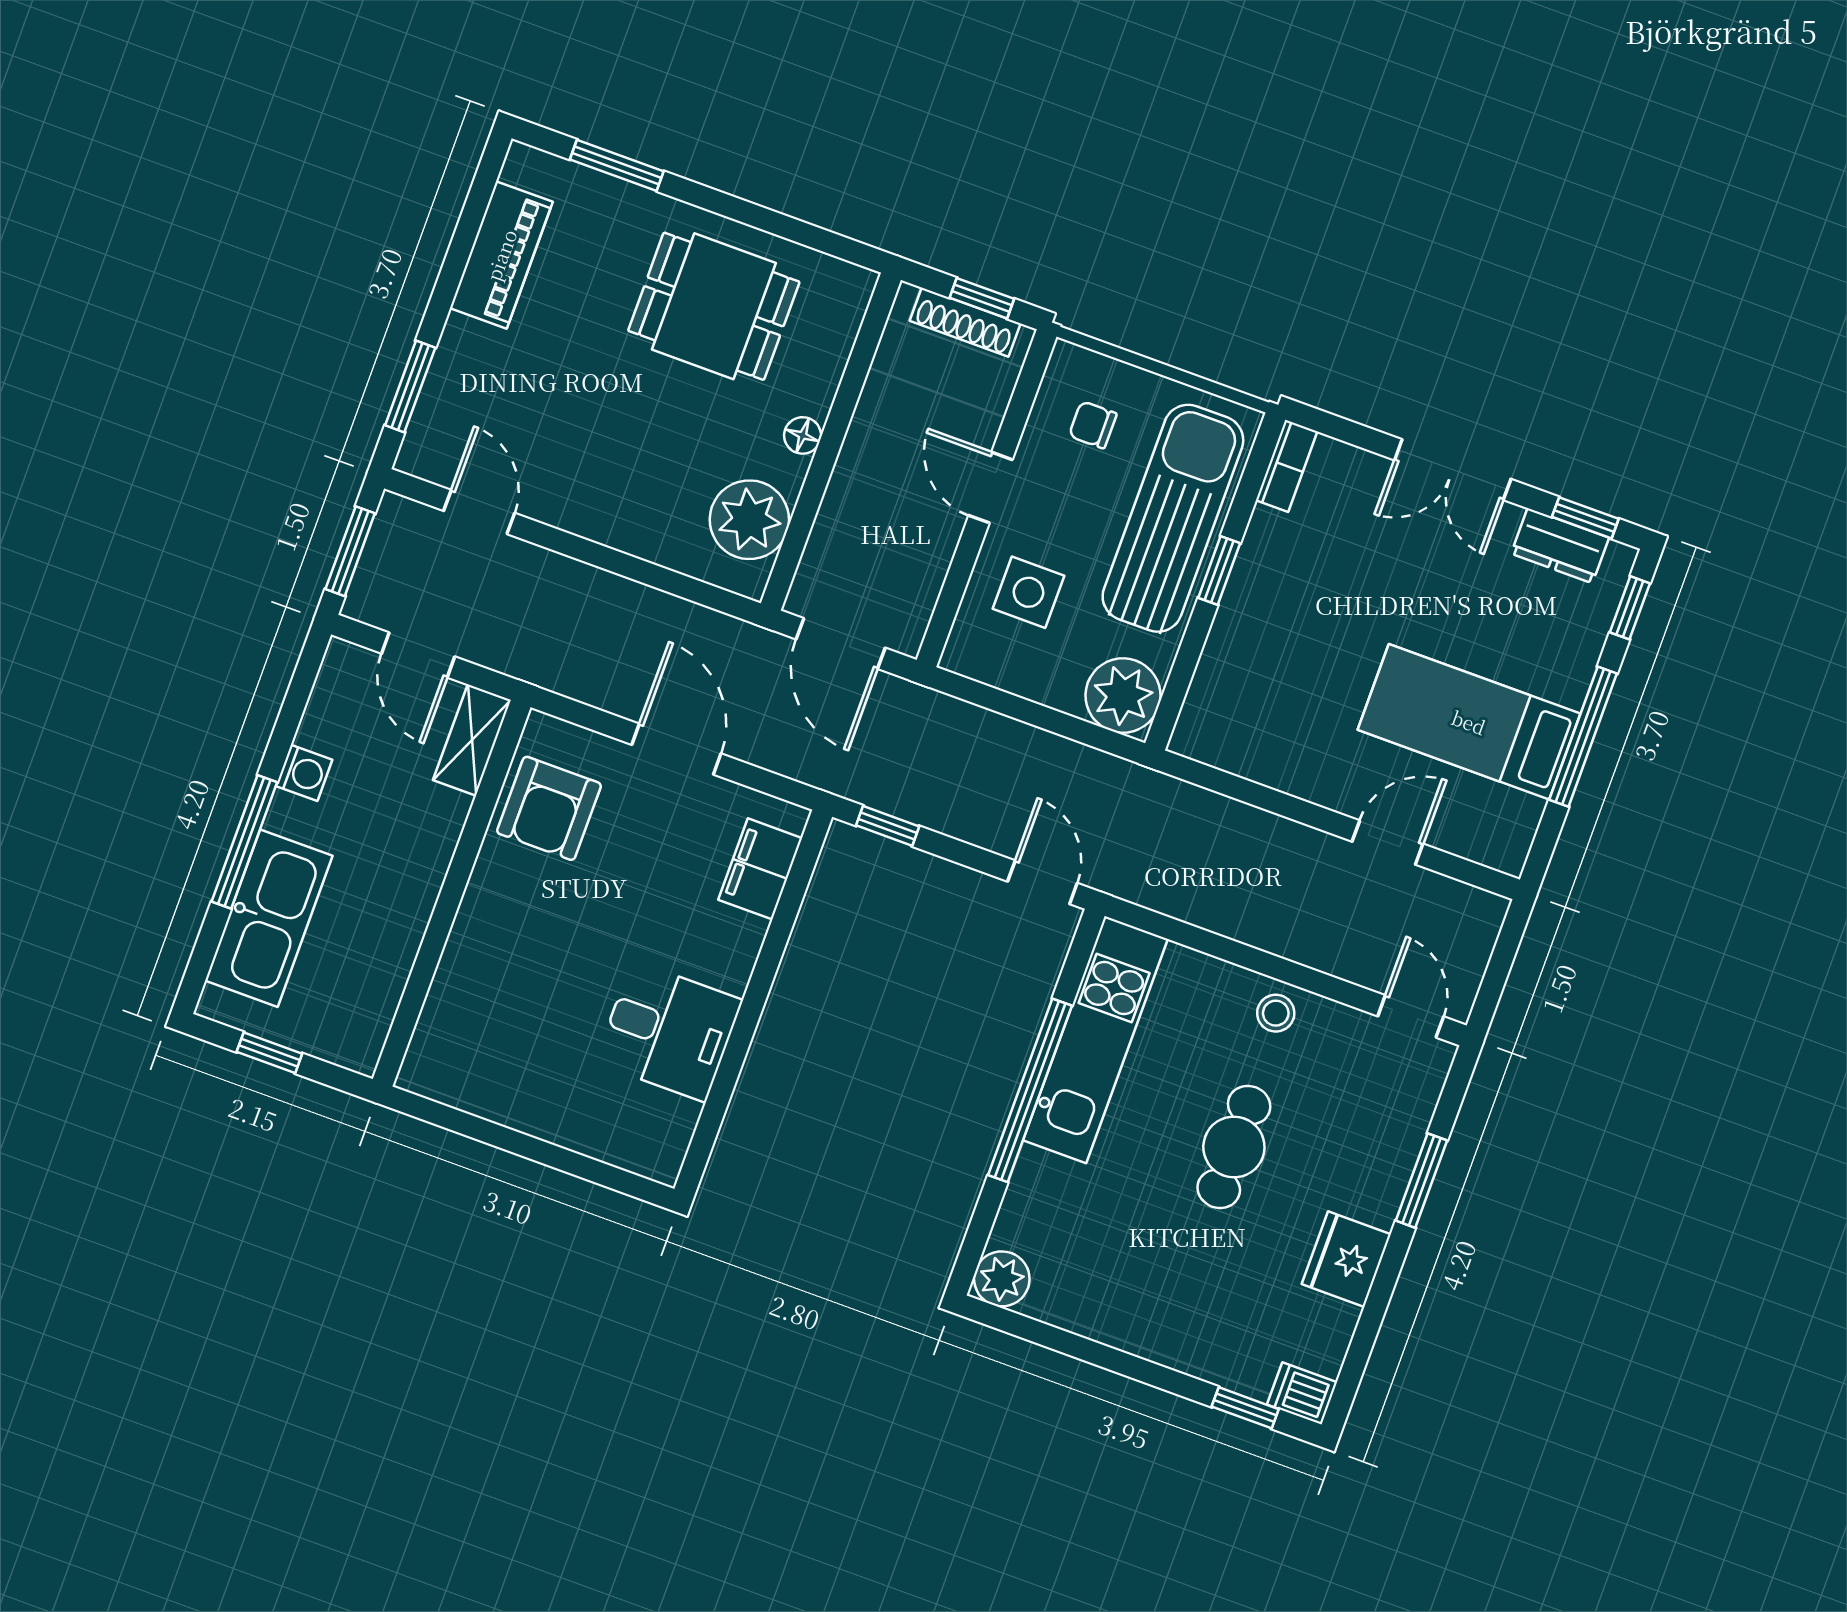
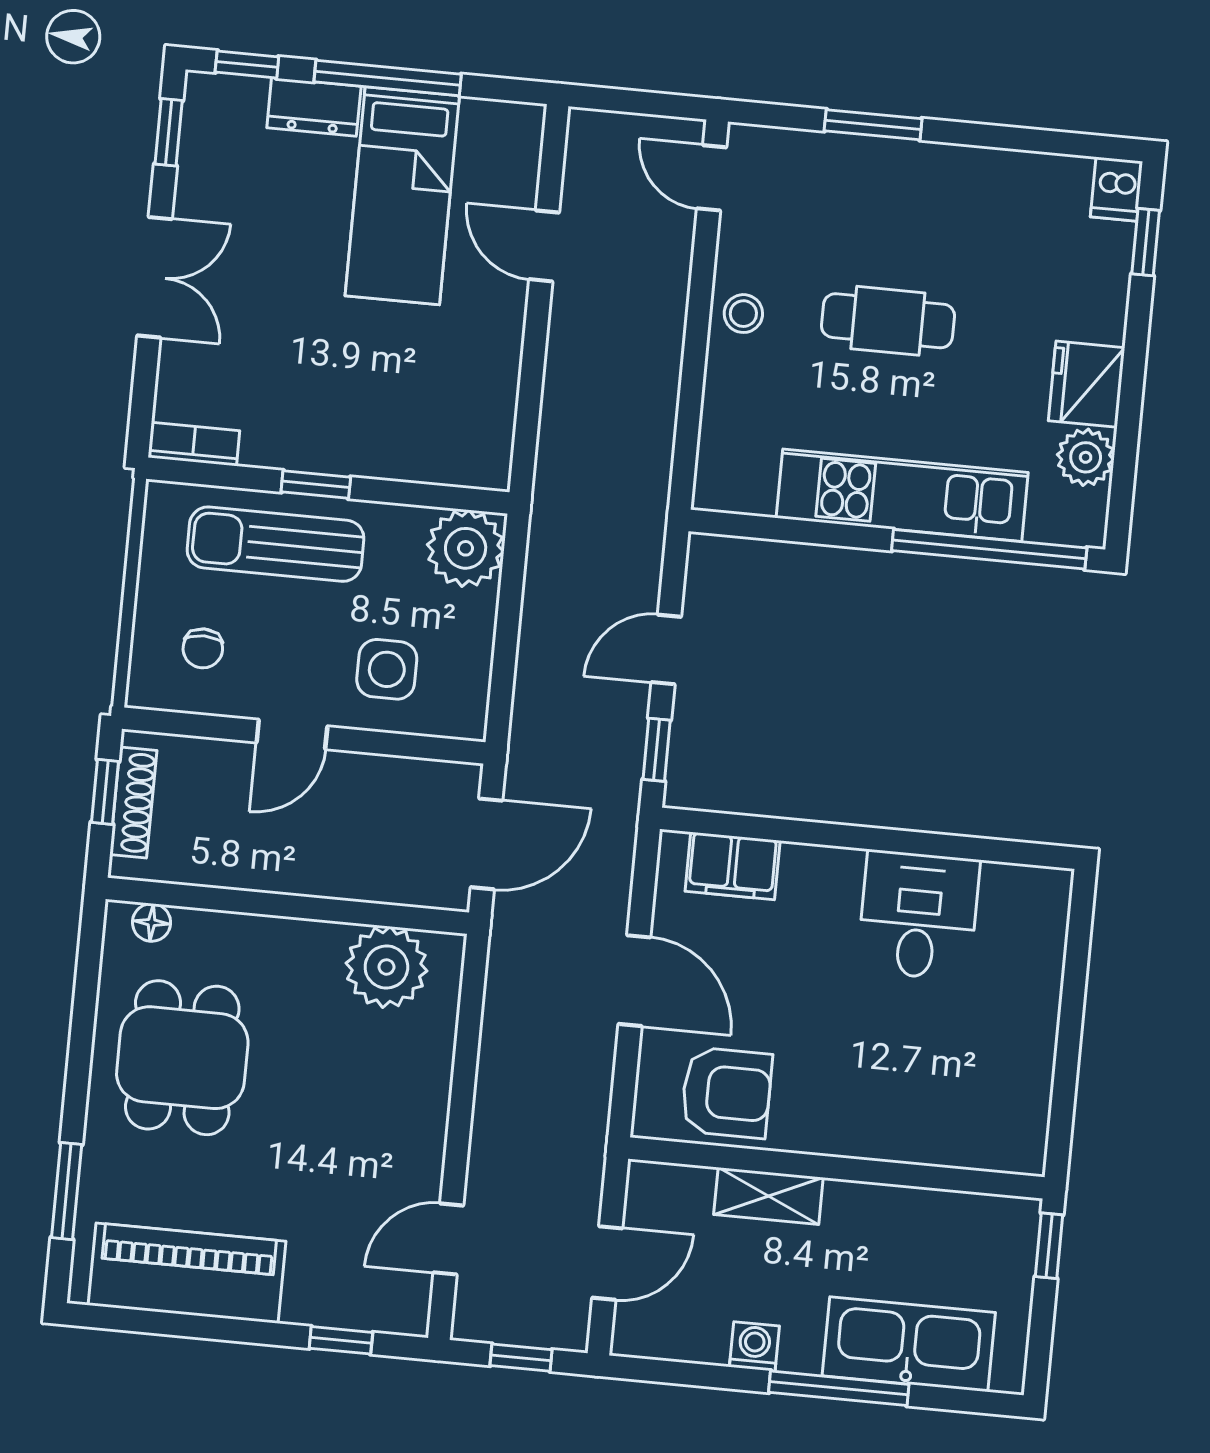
piano: (501, 255) -> (187, 1273), width x1.37, depth x1.33
window: (410, 386) -> (341, 1340), width x0.67
floor lamp: (803, 435) -> (152, 922), moved
sun lounger: (1173, 518) -> (276, 544), width x0.73, depth x0.75
dresser: (1560, 546) -> (314, 107), moved, turned 90
window: (350, 551) -> (521, 1358), width x0.67
shelving: (472, 740) -> (768, 1196), moved
door: (676, 749) -> (634, 981), swing flipped
door: (1042, 882) -> (666, 650), moved
door: (1411, 1016) -> (712, 178), hinge flipped
kitchen unit: (1095, 1040) -> (902, 495), moved
window: (269, 1053) -> (1049, 1246), moved
window: (1030, 1090) -> (989, 549), moved
fridge: (1346, 1259) -> (1087, 384), moved, turned 90
plant: (1002, 1279) -> (1086, 457), moved

